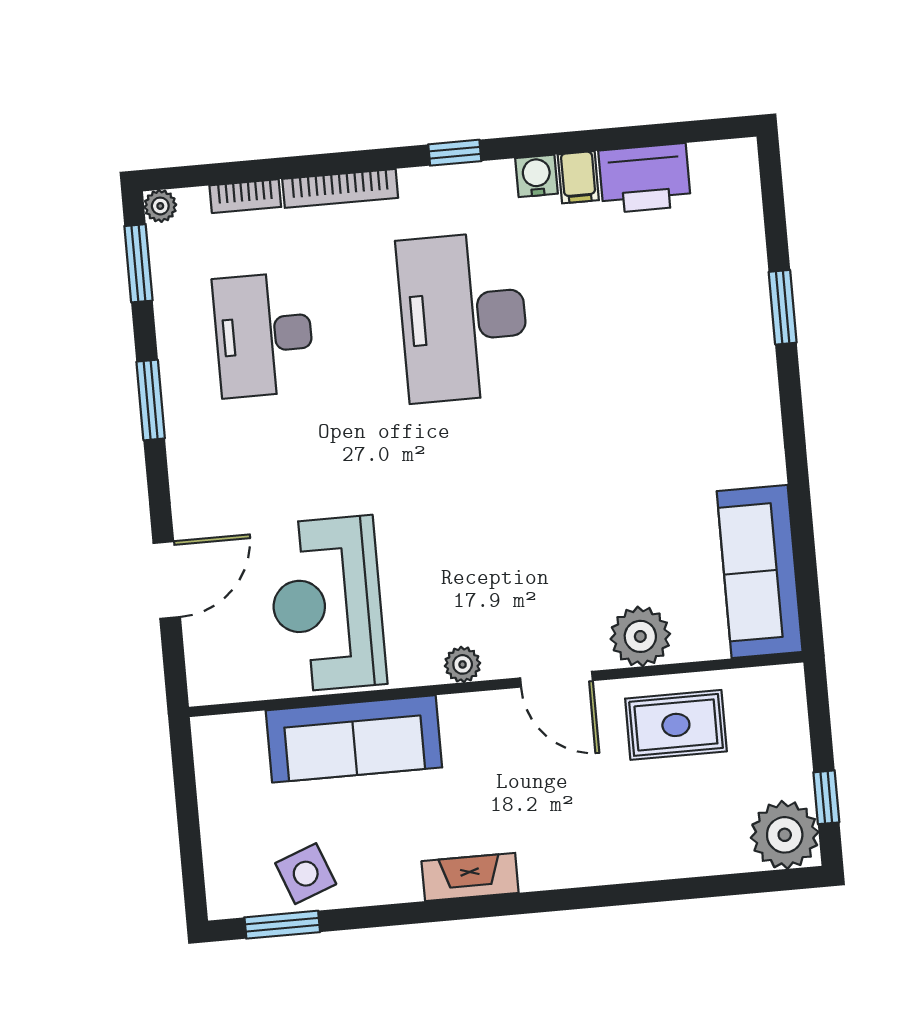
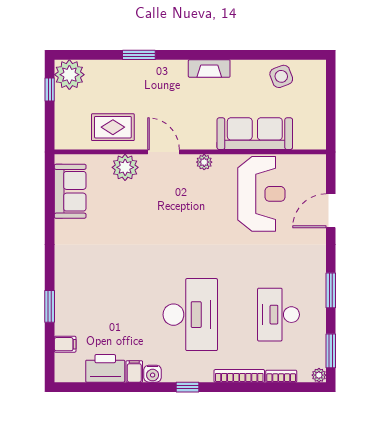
filing cabinet: (740, 225) -> (65, 344), added
desk: (264, 335) -> (279, 315), turned 180
sofa: (760, 571) -> (70, 191), width x0.73
window: (282, 925) -> (139, 55), moved

